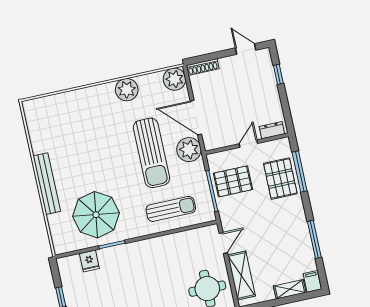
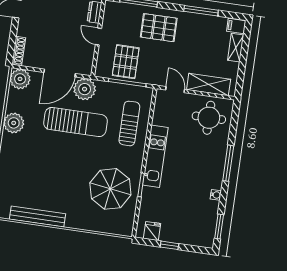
pallet: (280, 179) -> (159, 28), moved
bench: (47, 184) -> (37, 217), moved
kitchen unit: (147, 248) -> (155, 156), added
fridge: (89, 261) -> (152, 231), moved, turned -90

